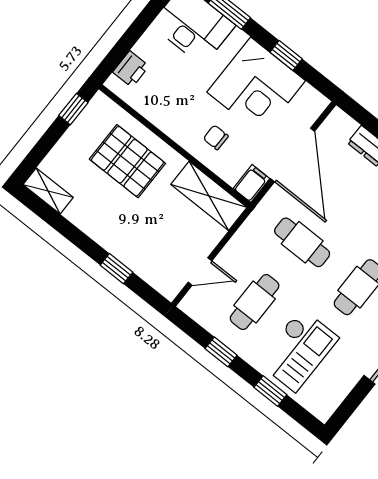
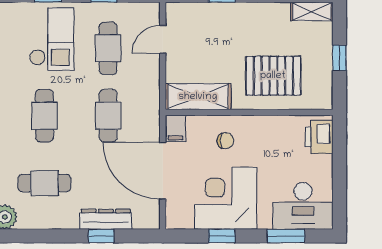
printer: (131, 69) -> (319, 137), width x1.36, depth x1.24
window: (73, 109) -> (339, 58), moved
cafe table: (302, 242) -> (108, 116), turned 90
checkout: (298, 350) -> (52, 39), turned 180

